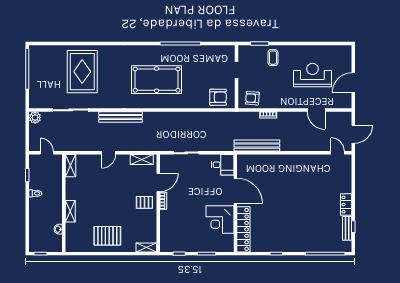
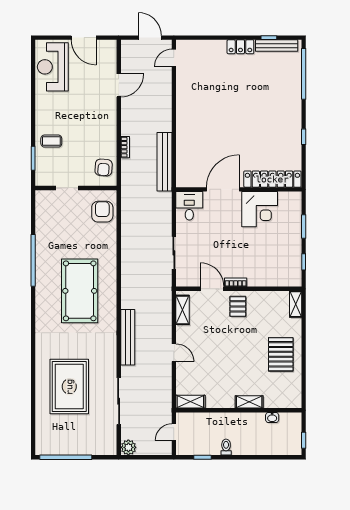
rug: (82, 72) -> (69, 387), turned 90
reception desk: (312, 75) -> (53, 67), moved
bench: (347, 228) -> (277, 46), width x1.36

